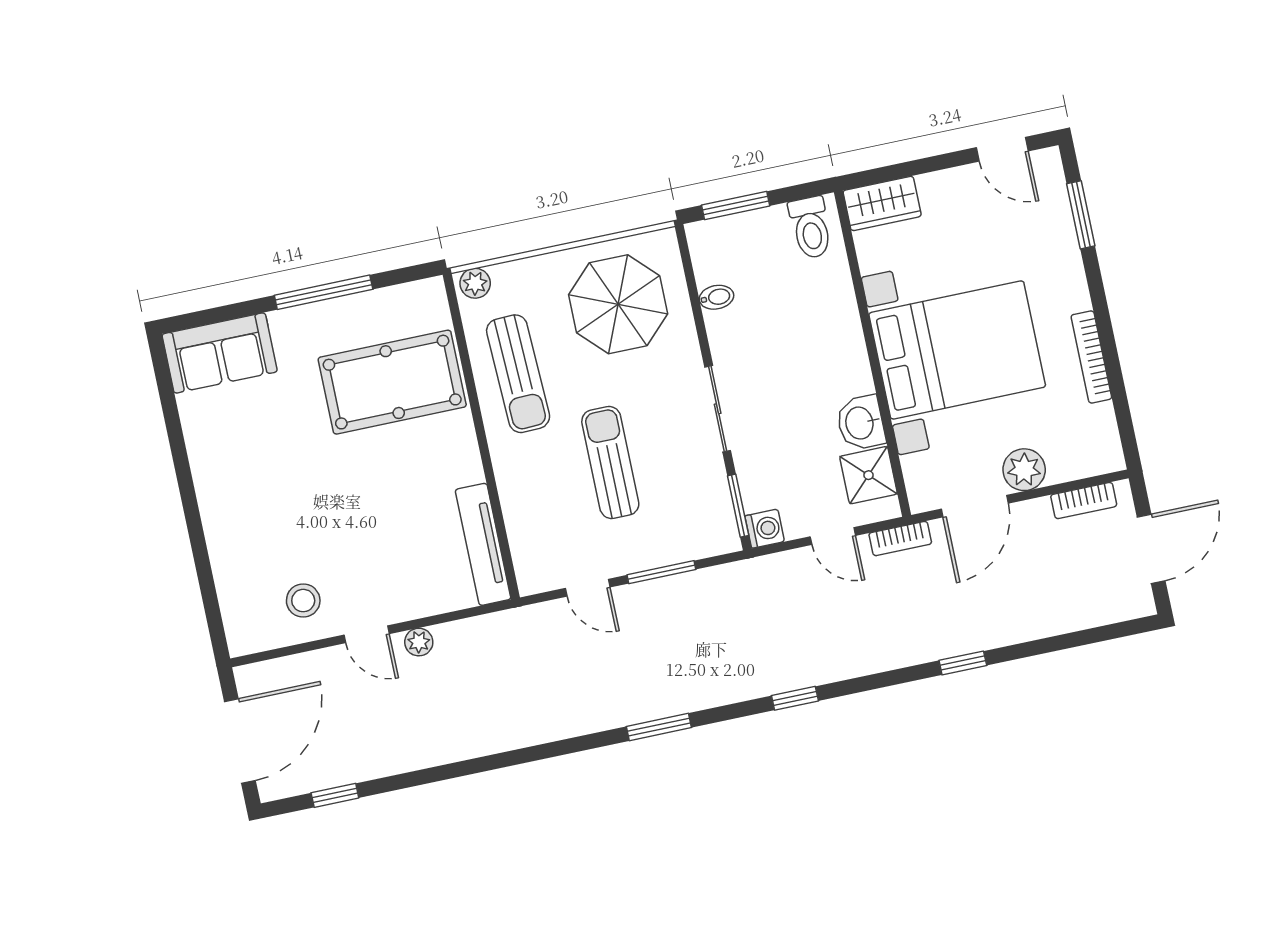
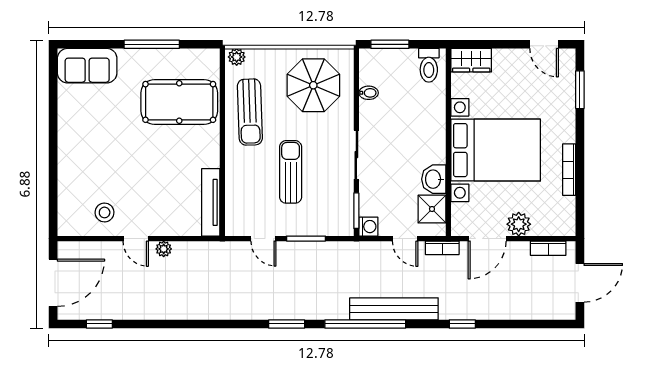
bench: (839, 662) -> (394, 309), added
window: (795, 698) -> (365, 324), width x3.17

